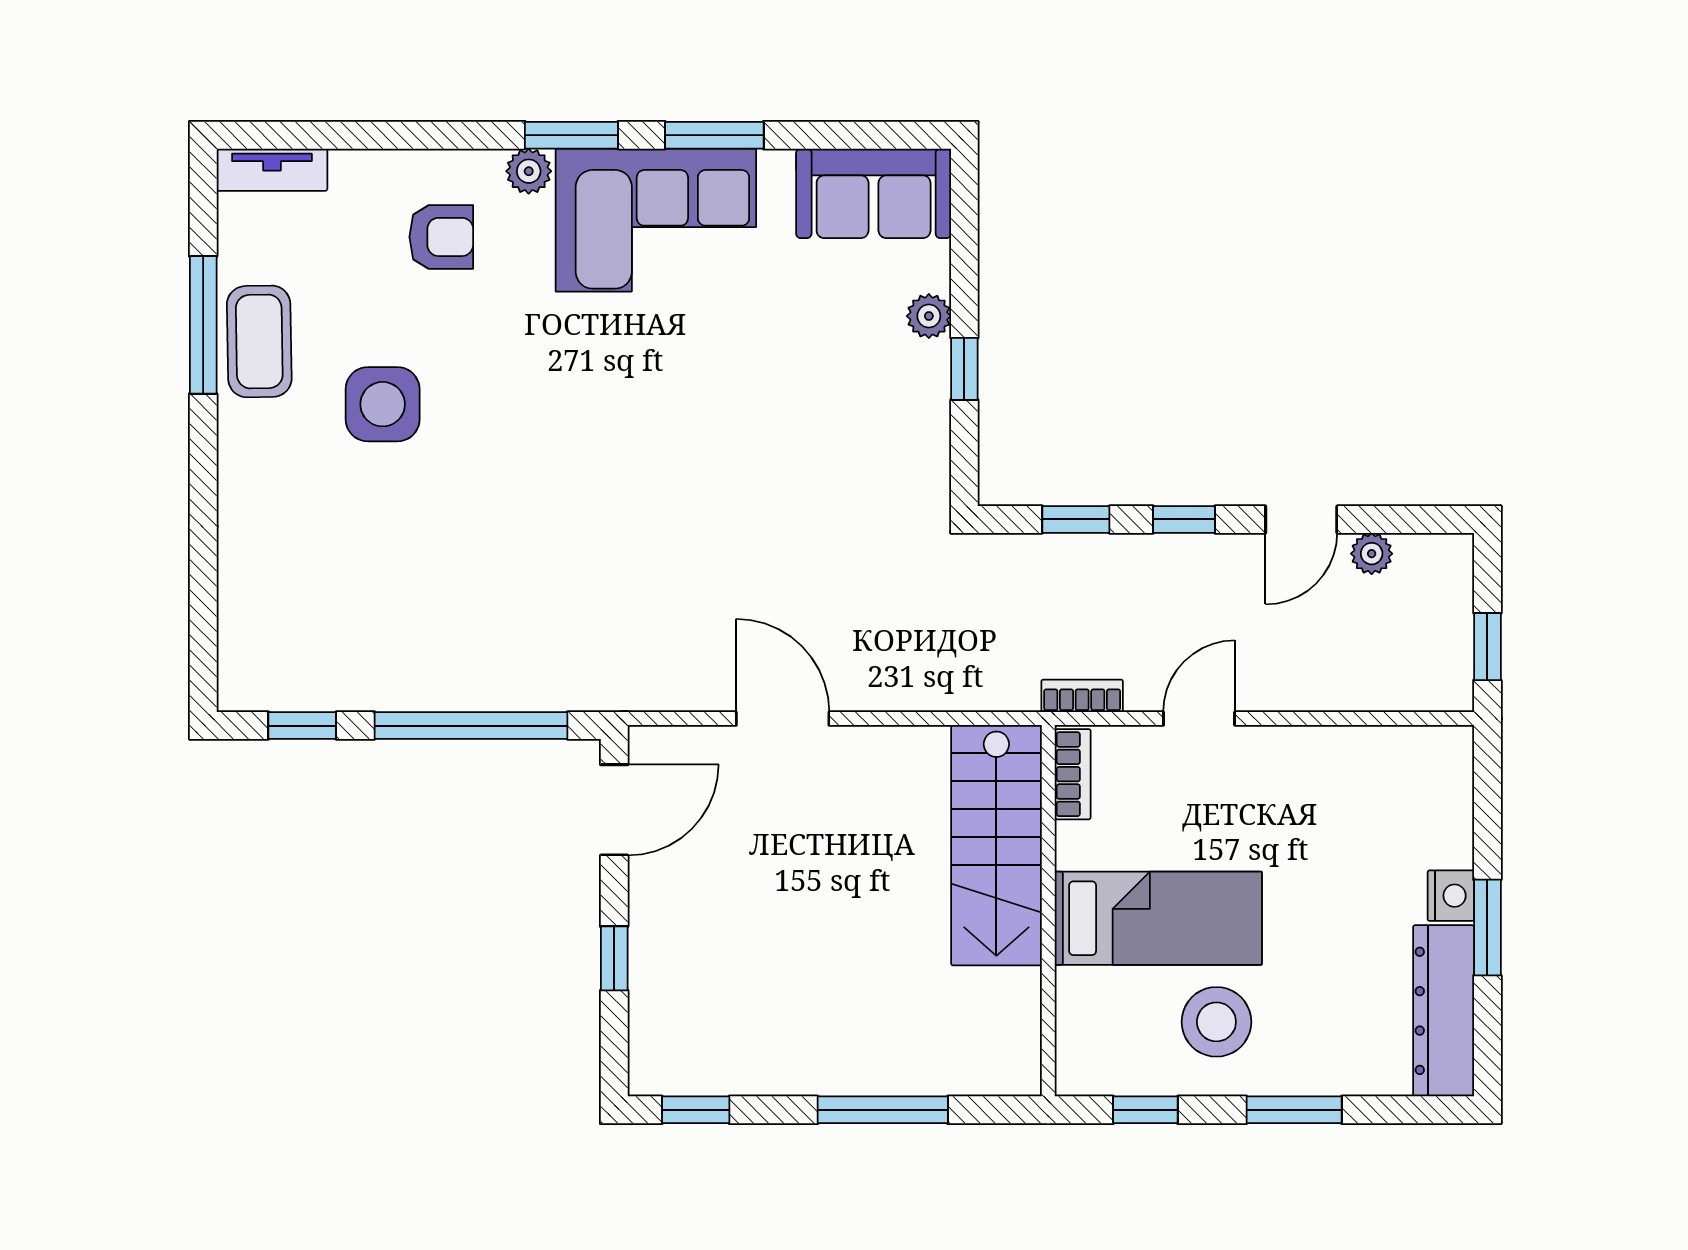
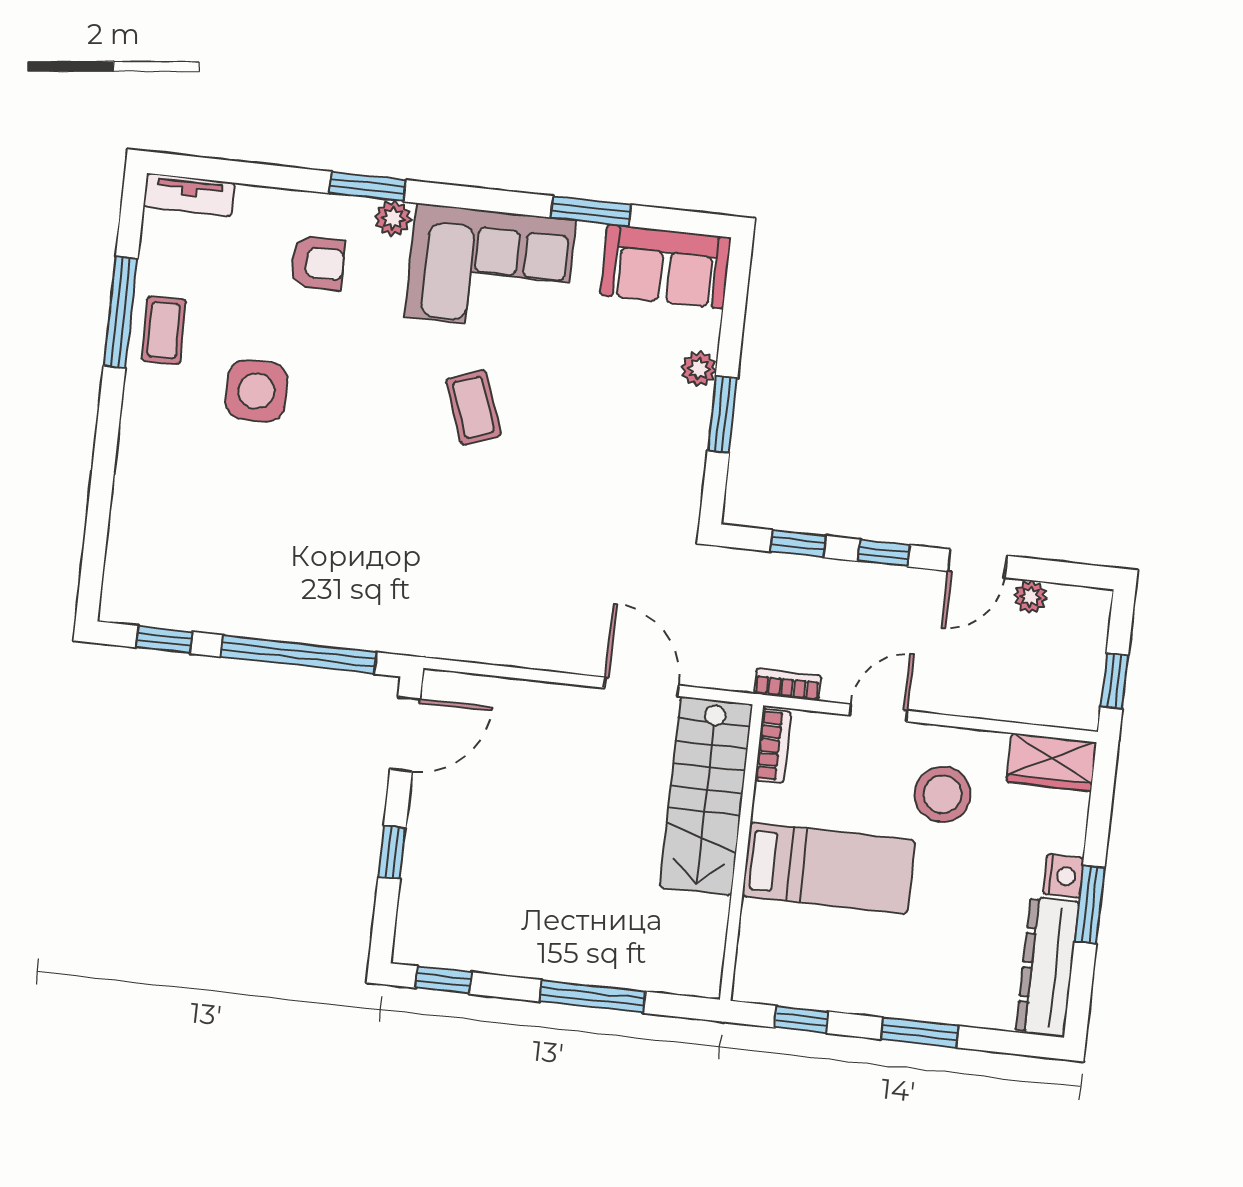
window: (571, 135) -> (368, 187), moved
window: (714, 135) -> (591, 211), moved
coffee table: (259, 341) -> (164, 330), width x0.73, depth x0.77
window: (964, 369) -> (722, 414), width x1.50
coffee table: (654, 395) -> (473, 407), added
door: (783, 719) -> (642, 687), moved
wardrobe: (1421, 756) -> (1052, 762), added
stool: (1216, 1022) -> (943, 794), moved

